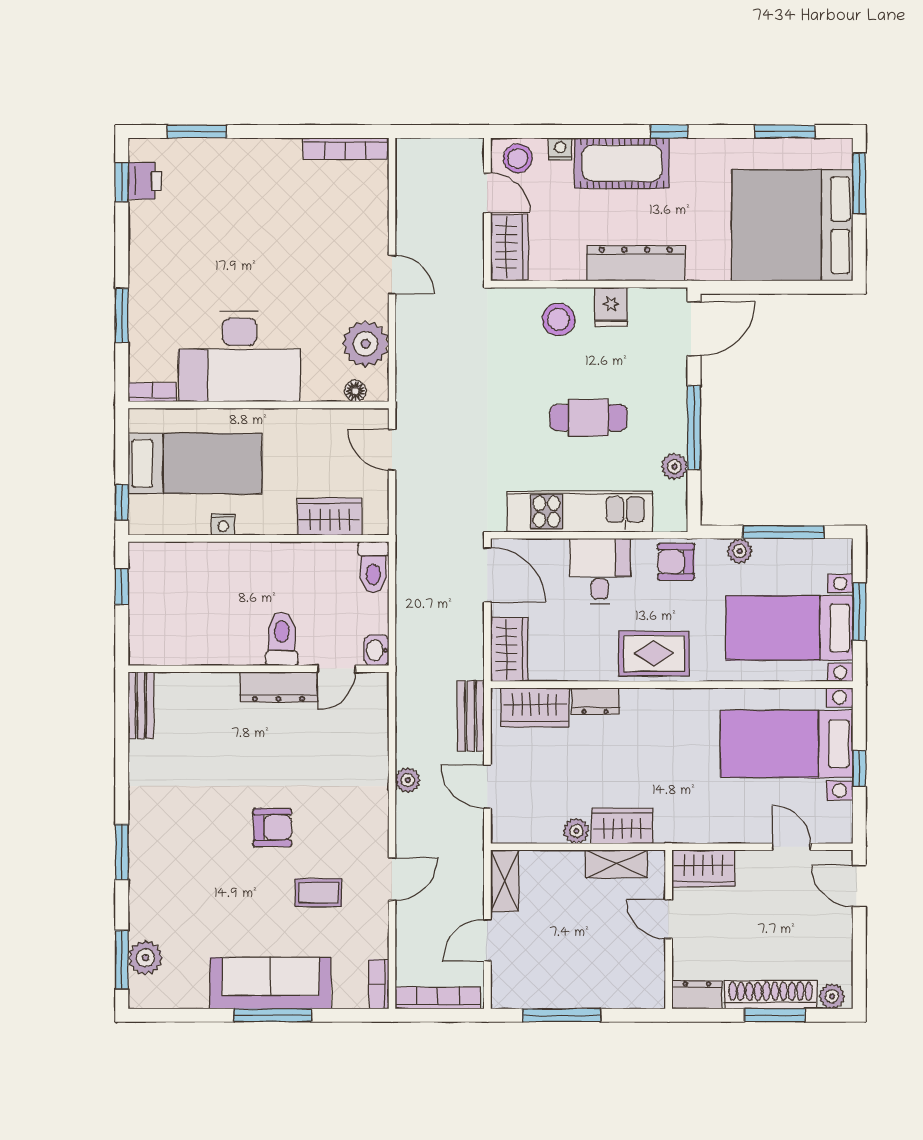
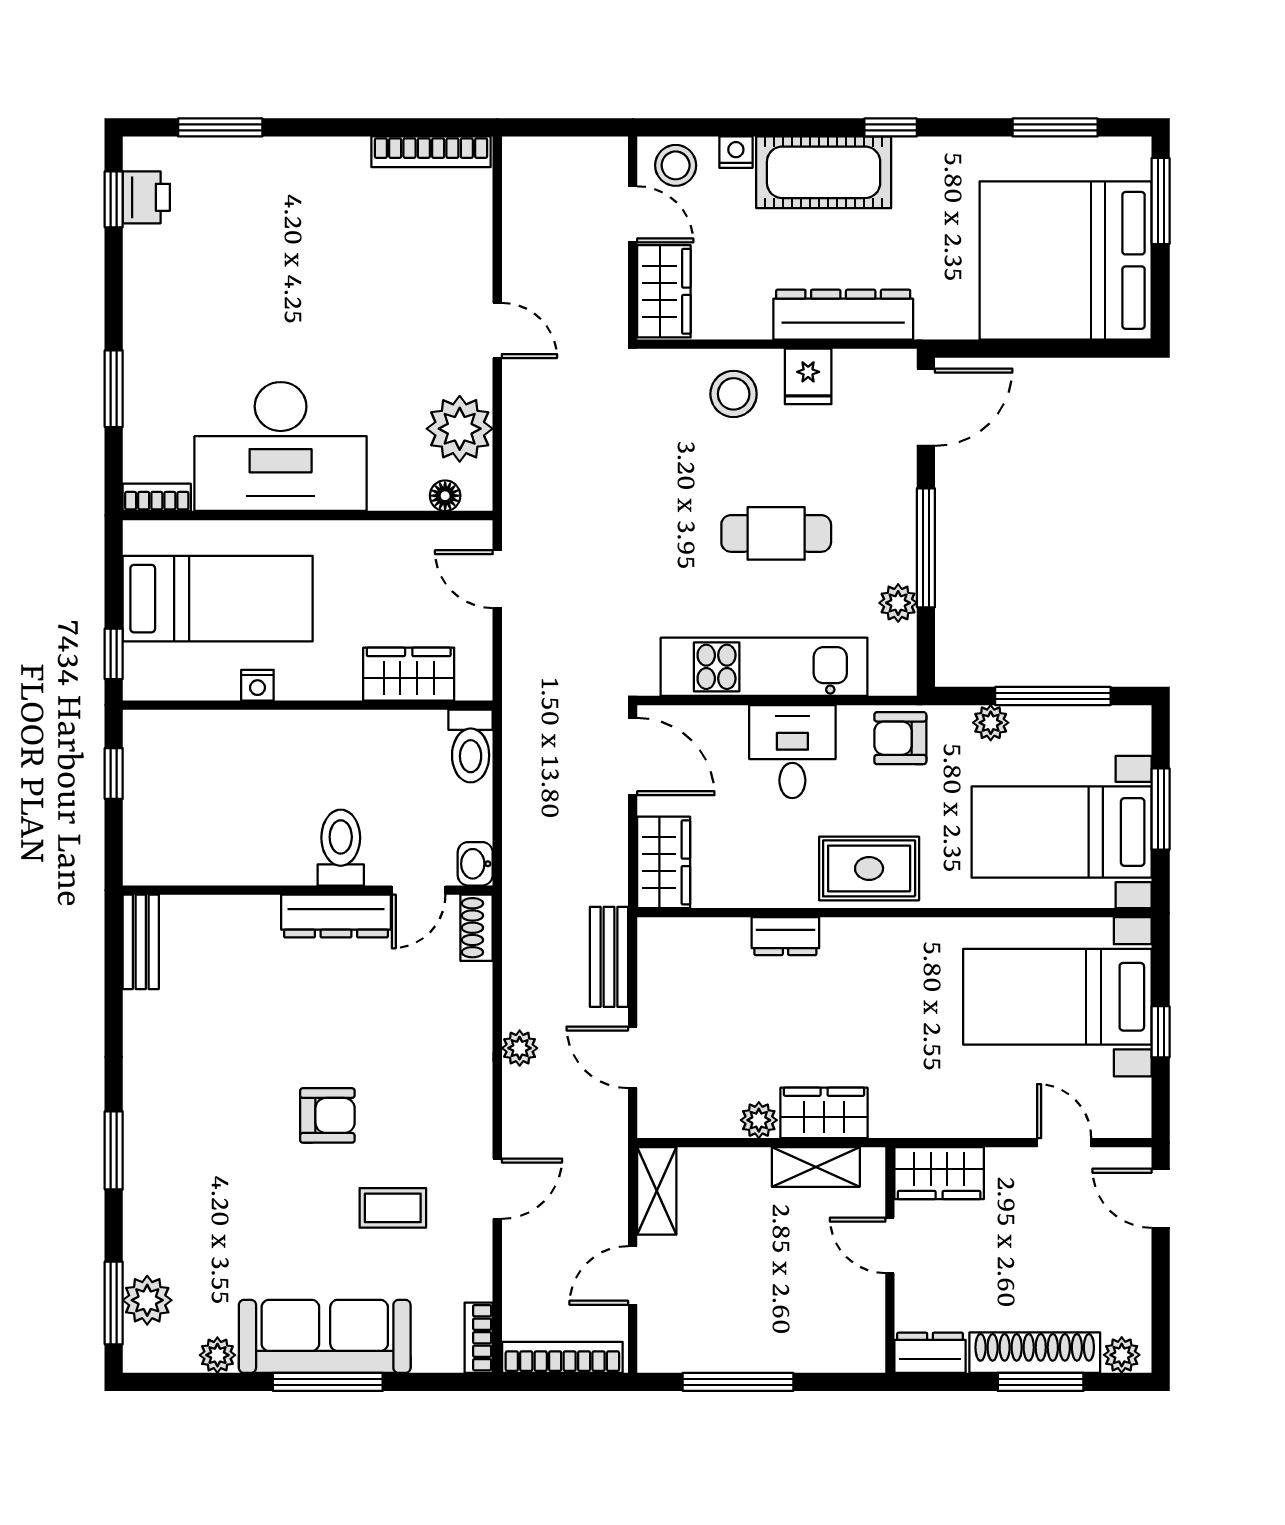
shoe rack: (377, 695) -> (477, 928), added
wardrobe: (535, 707) -> (700, 945), removed
plant: (195, 996) -> (217, 1355), added

